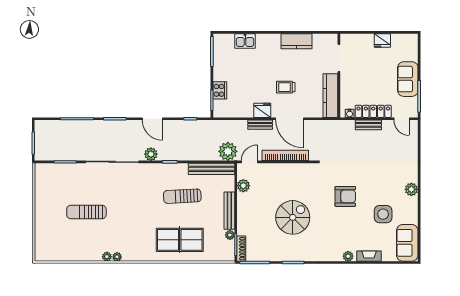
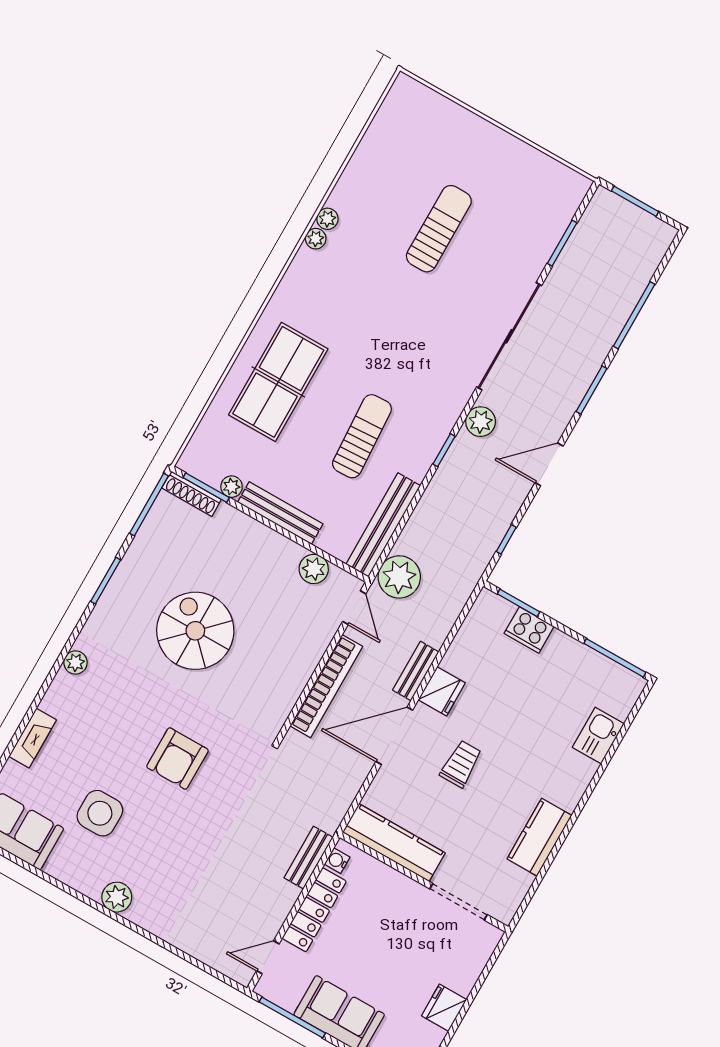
bench: (368, 125) -> (309, 858), moved
spiral stairs: (293, 217) -> (195, 631), turned 180
plant: (348, 256) -> (75, 663), moved

